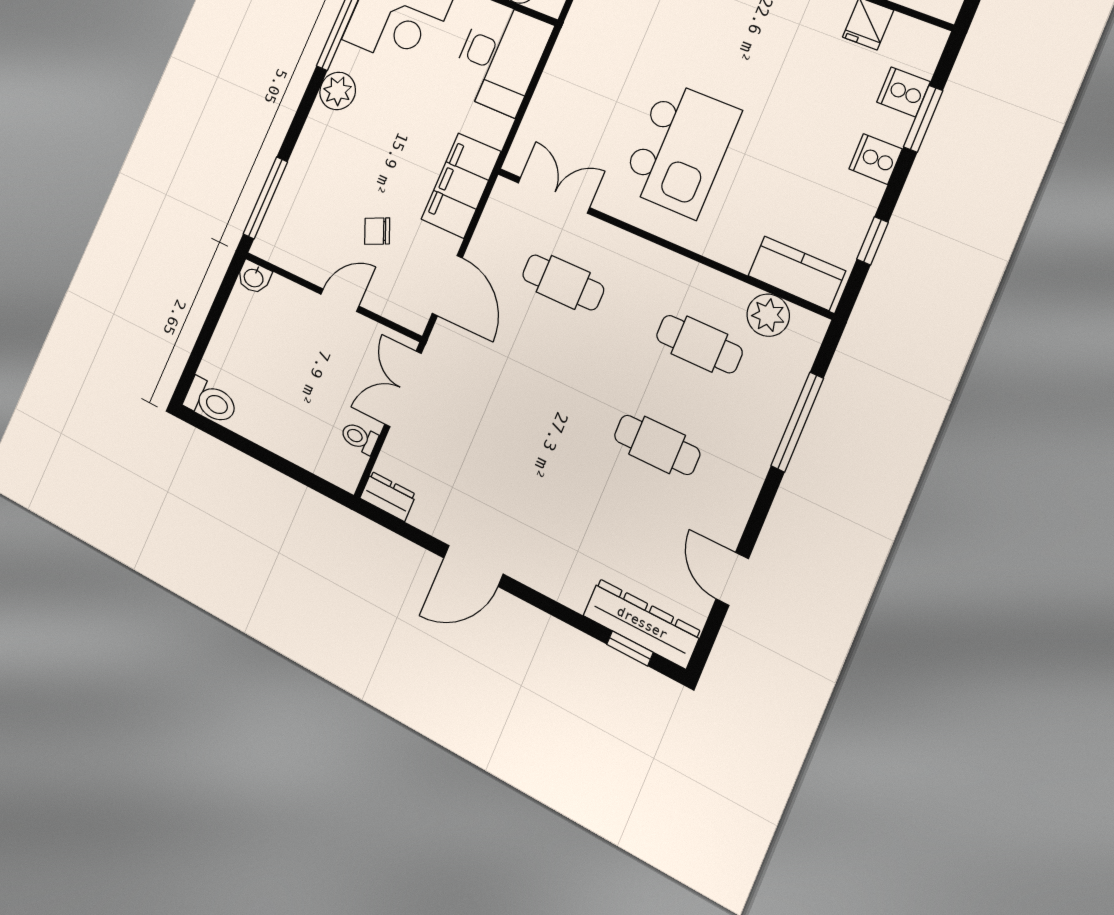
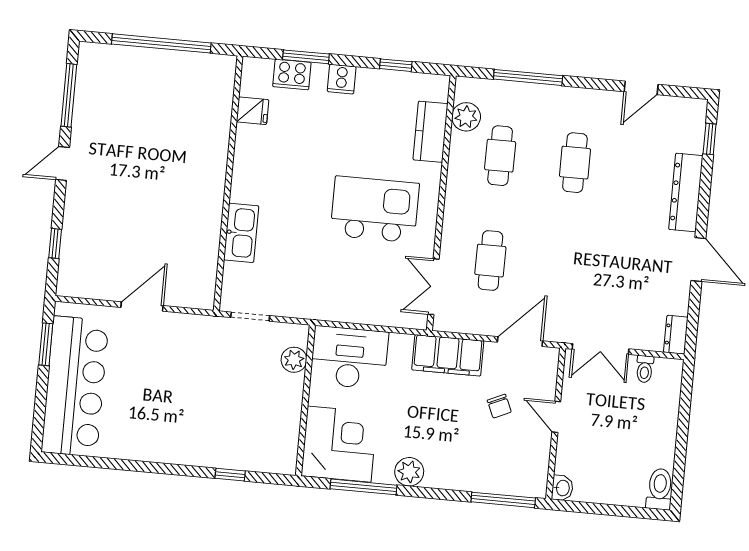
cooker: (903, 92) -> (292, 75), width x1.36
kitchen counter: (797, 273) -> (430, 132), moved
dresser: (642, 623) -> (686, 193), moved

